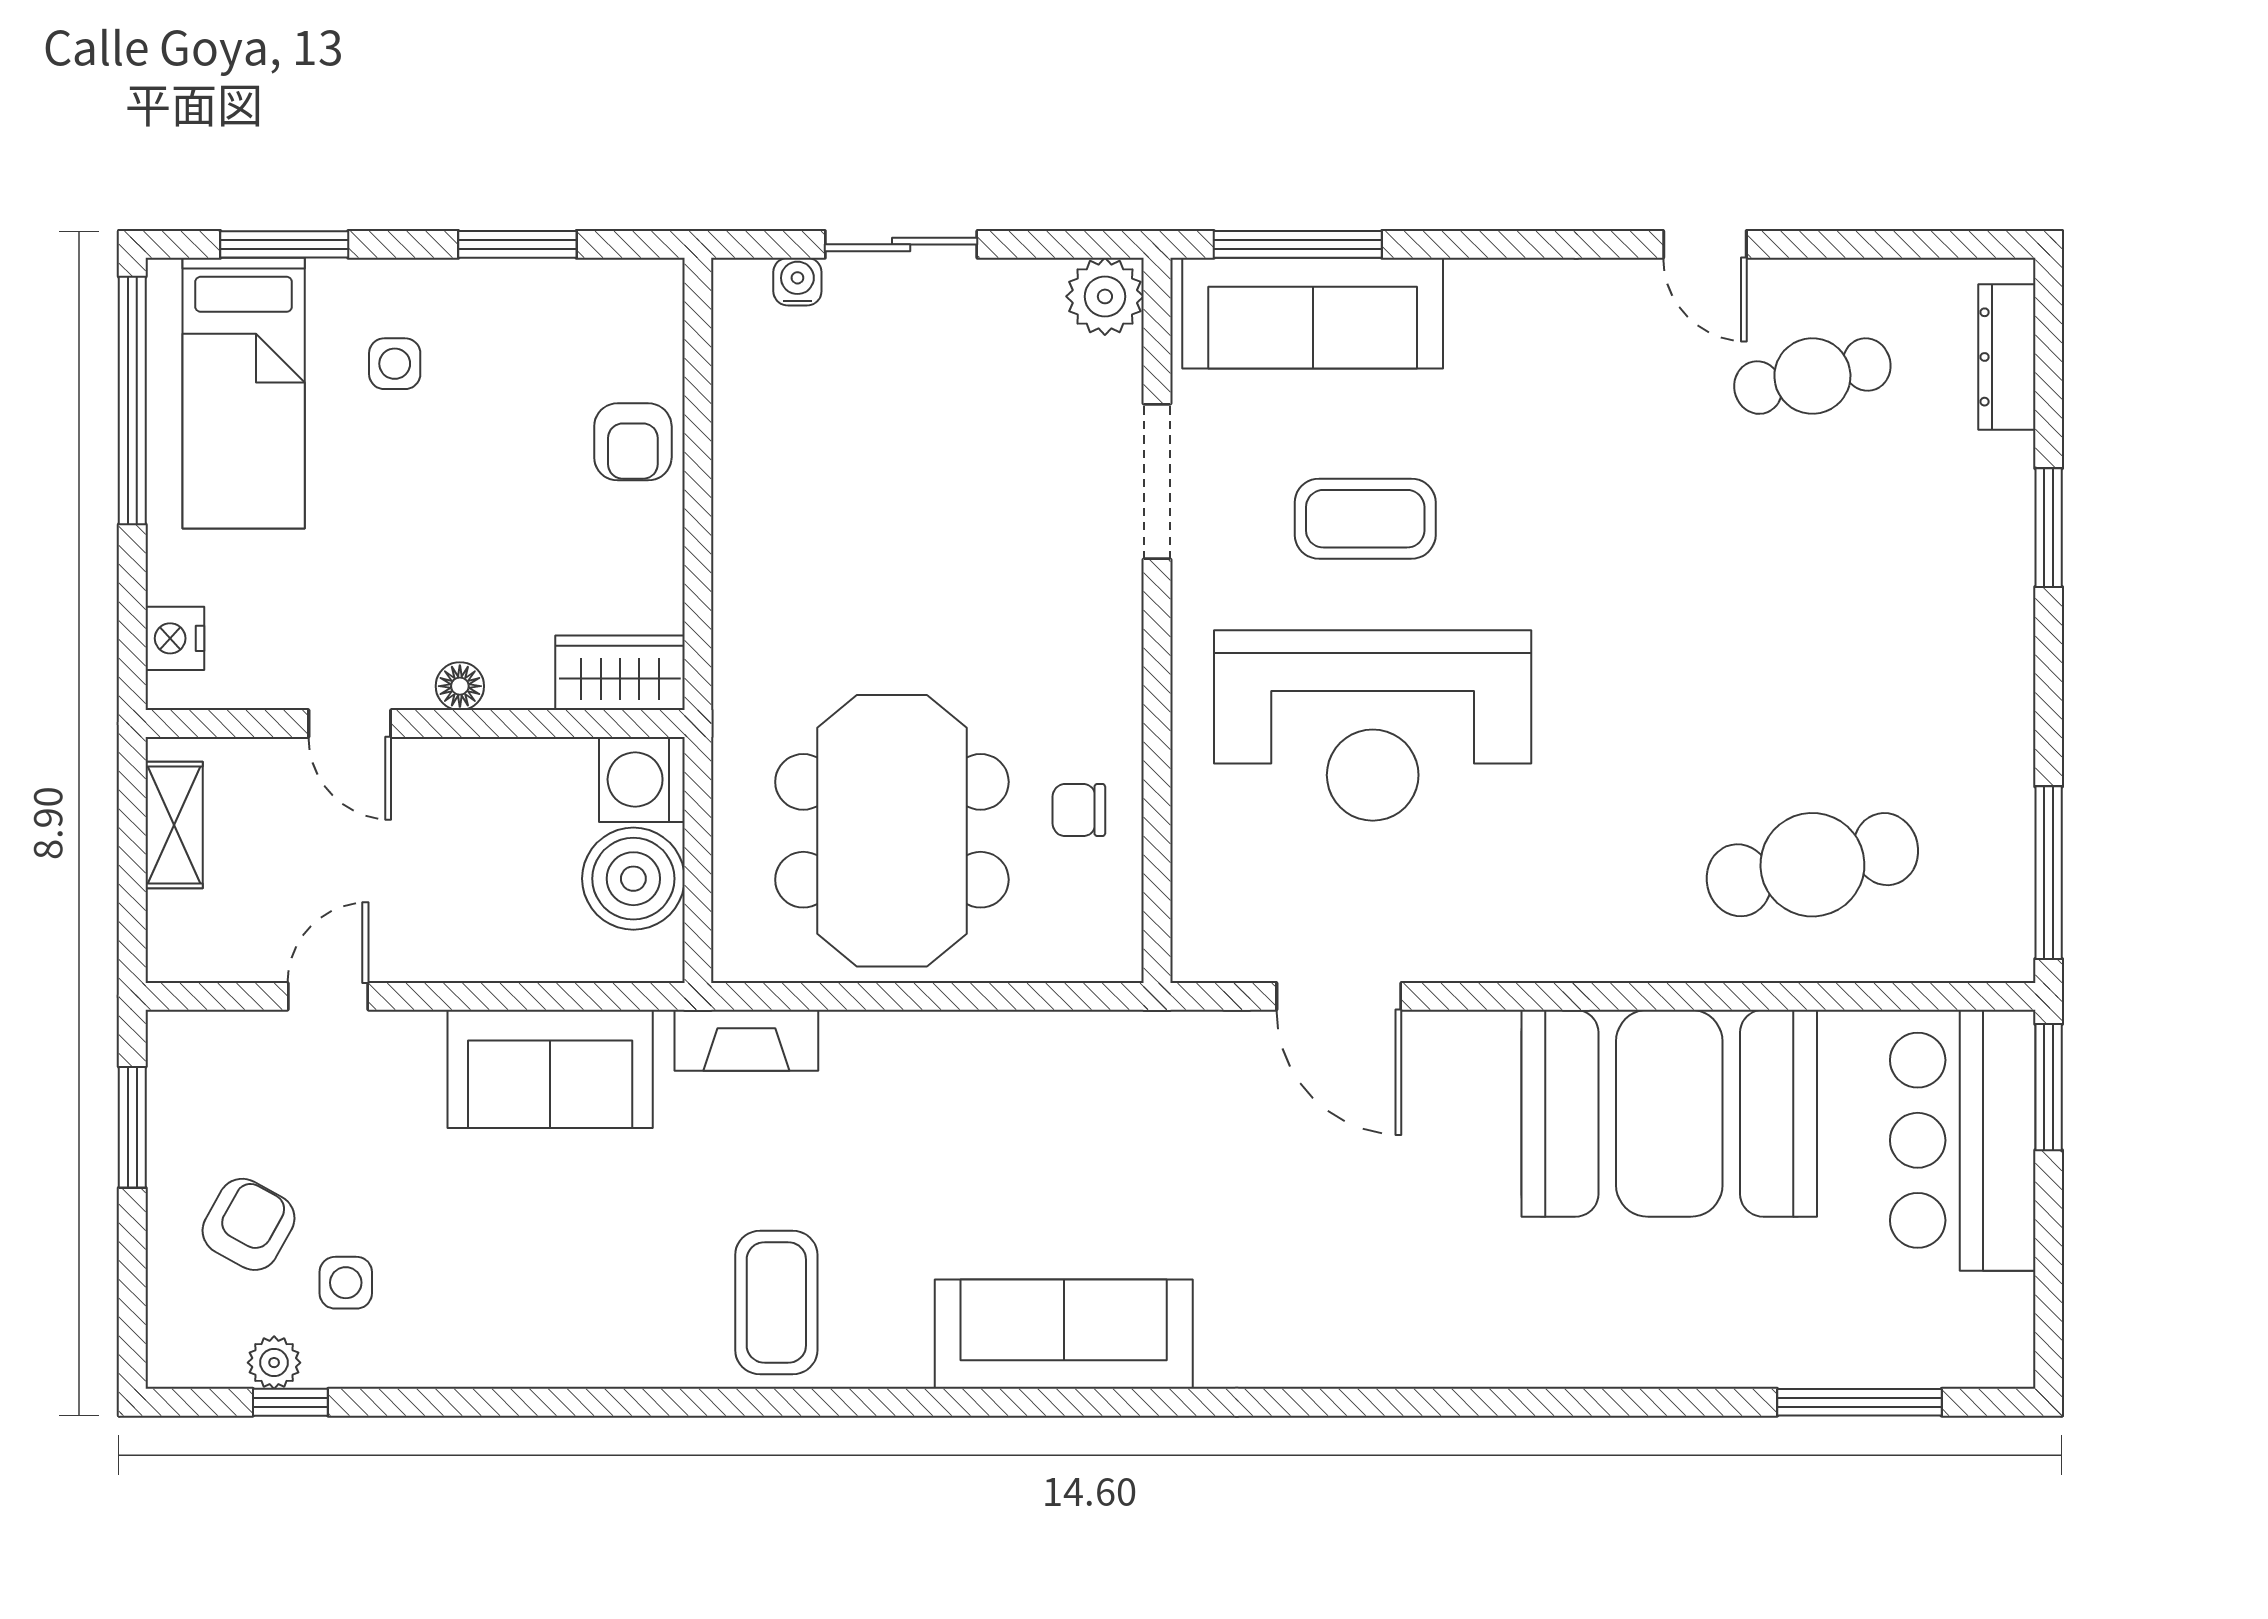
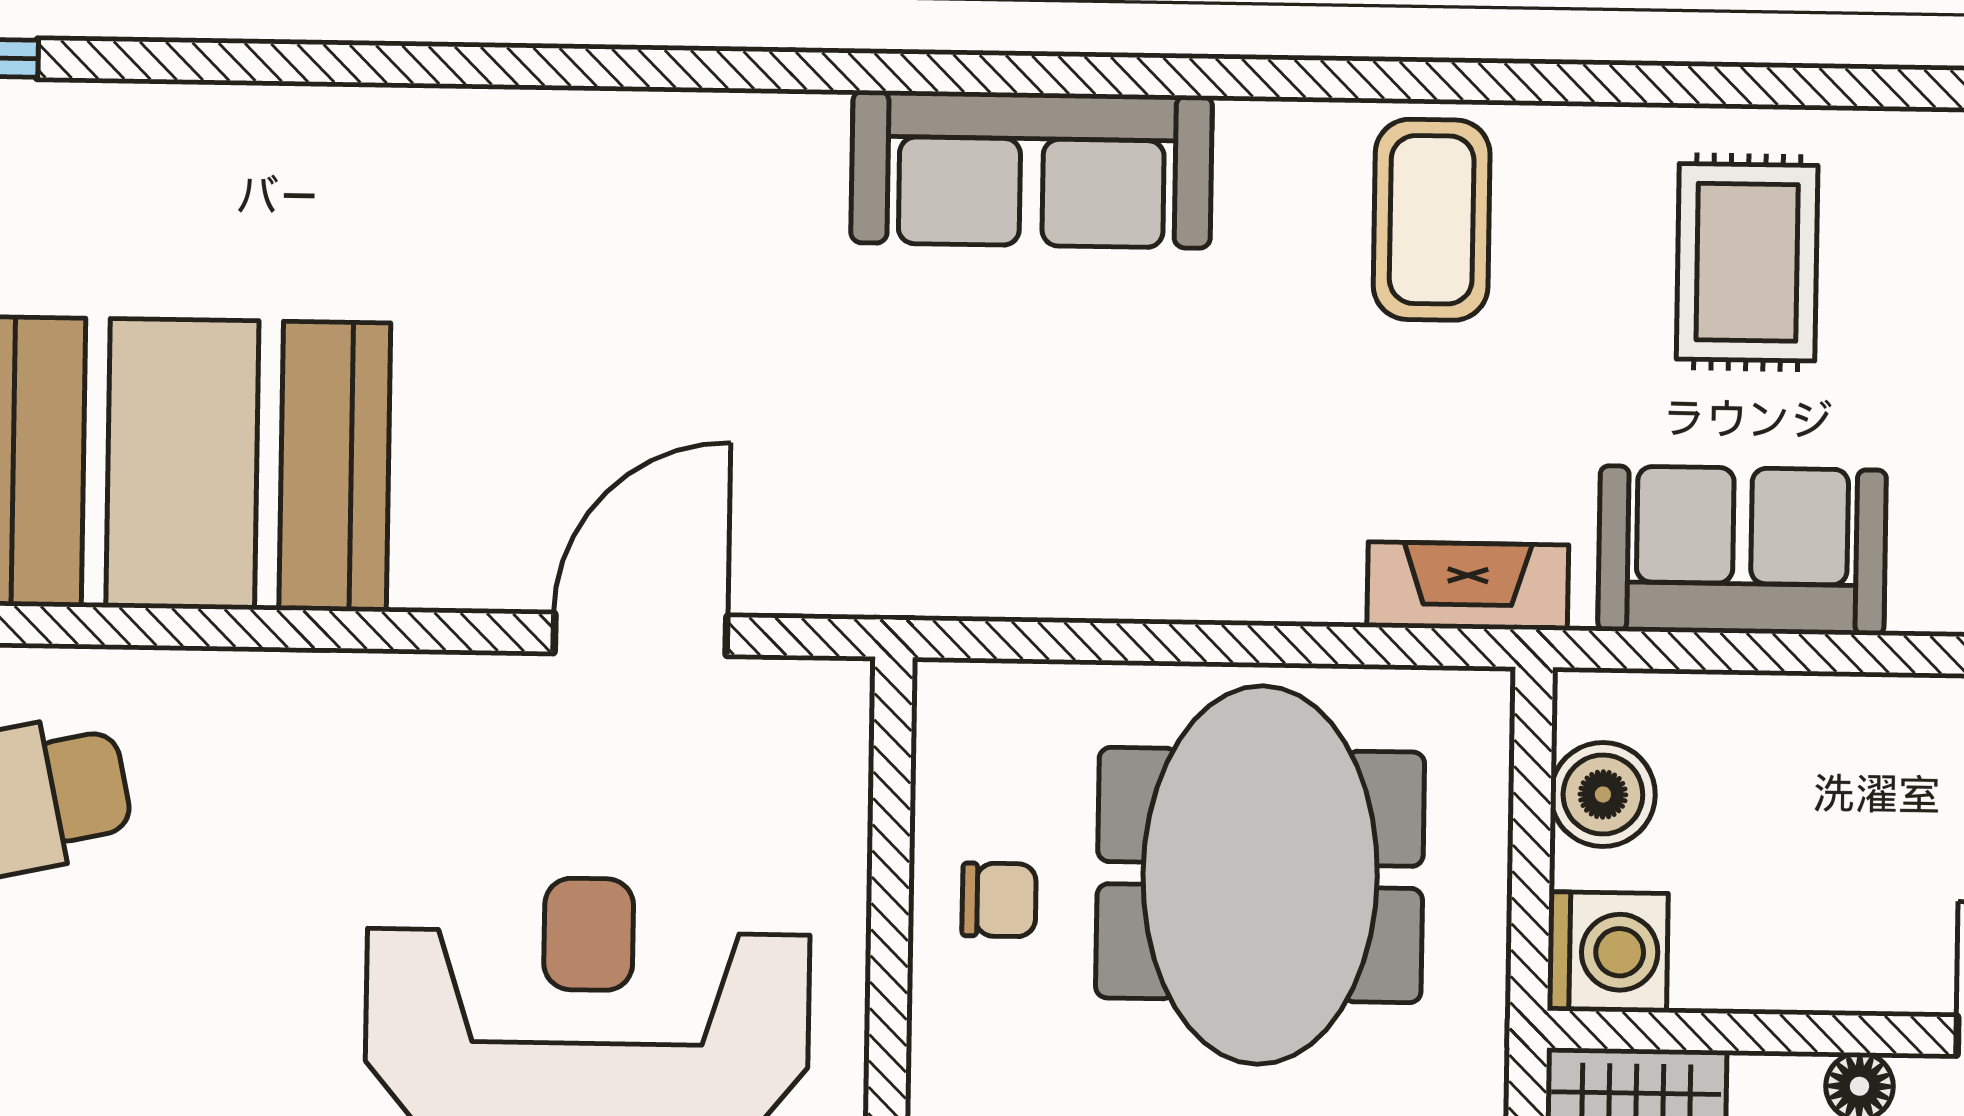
boiler: (633, 879) -> (1603, 794), width x0.73, depth x0.73
door: (1339, 996) -> (641, 634), hinge flipped
rug: (550, 1276) -> (1747, 262), added

